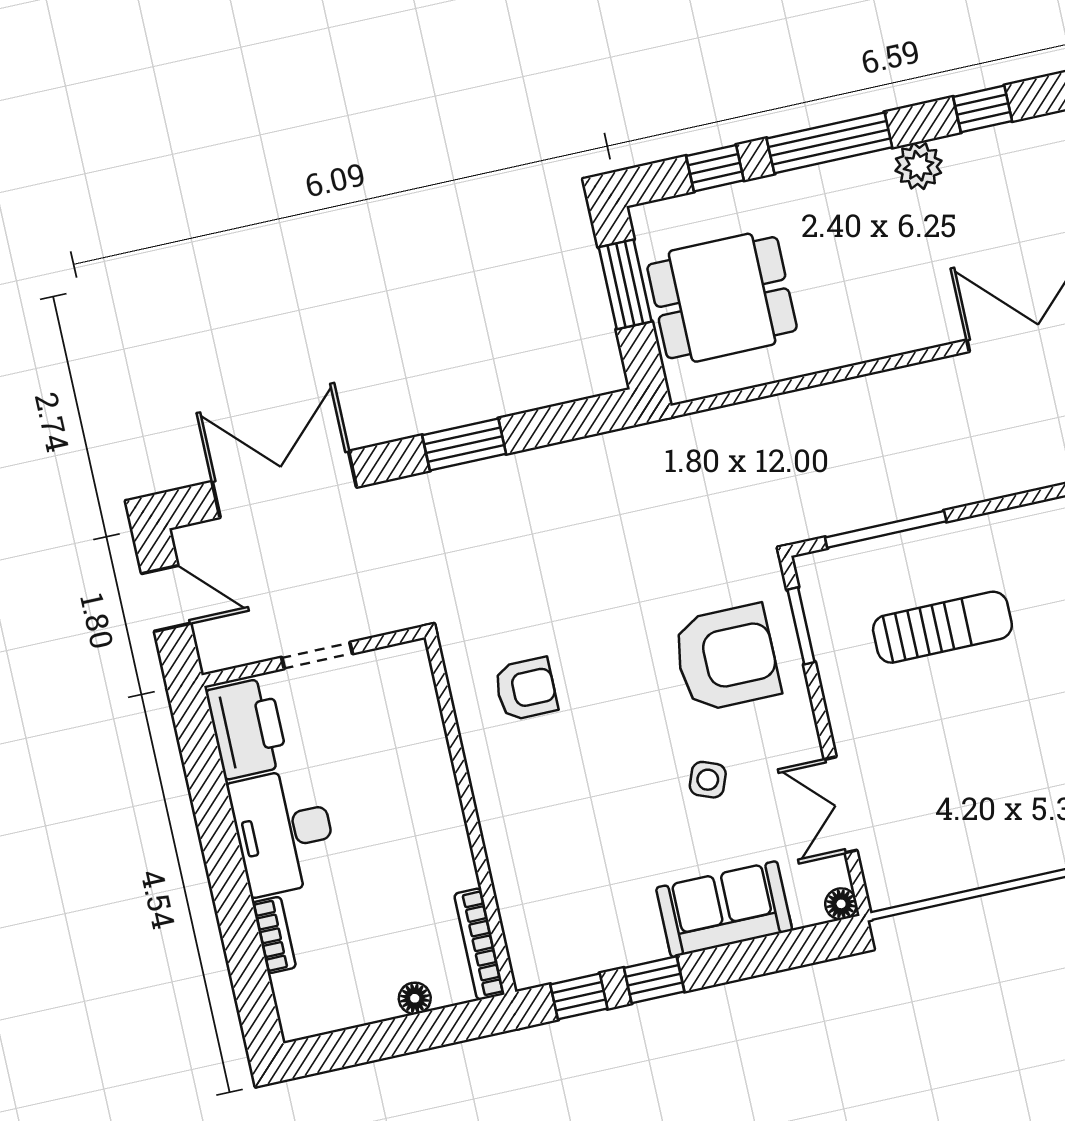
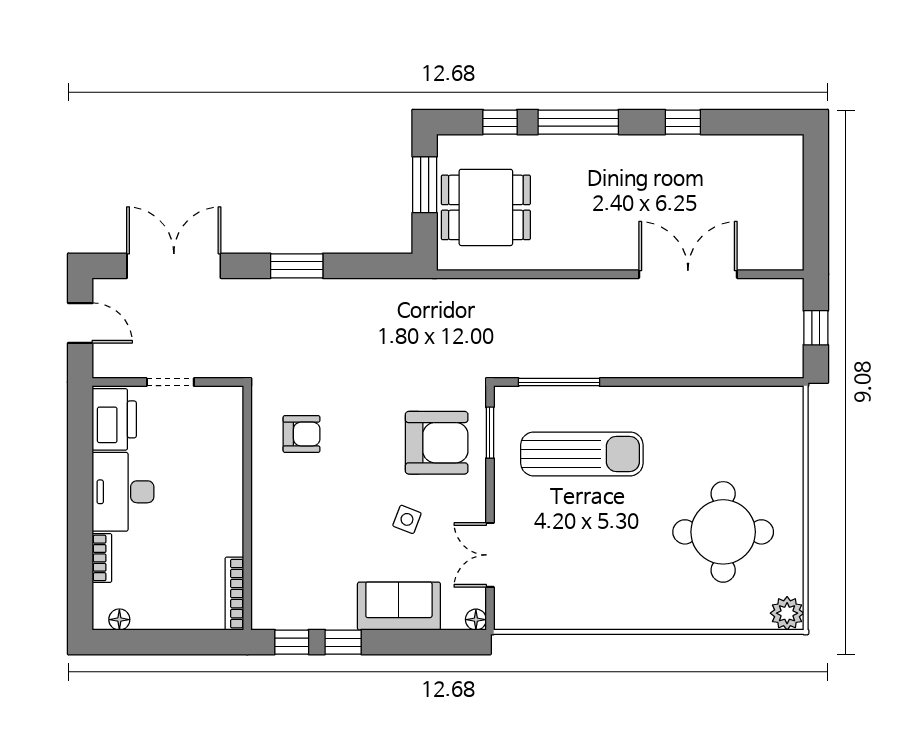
plant: (919, 166) -> (633, 150), removed
sun lounger: (942, 627) -> (582, 454), width x1.36, depth x1.34
floor lamp: (415, 998) -> (119, 620), moved

